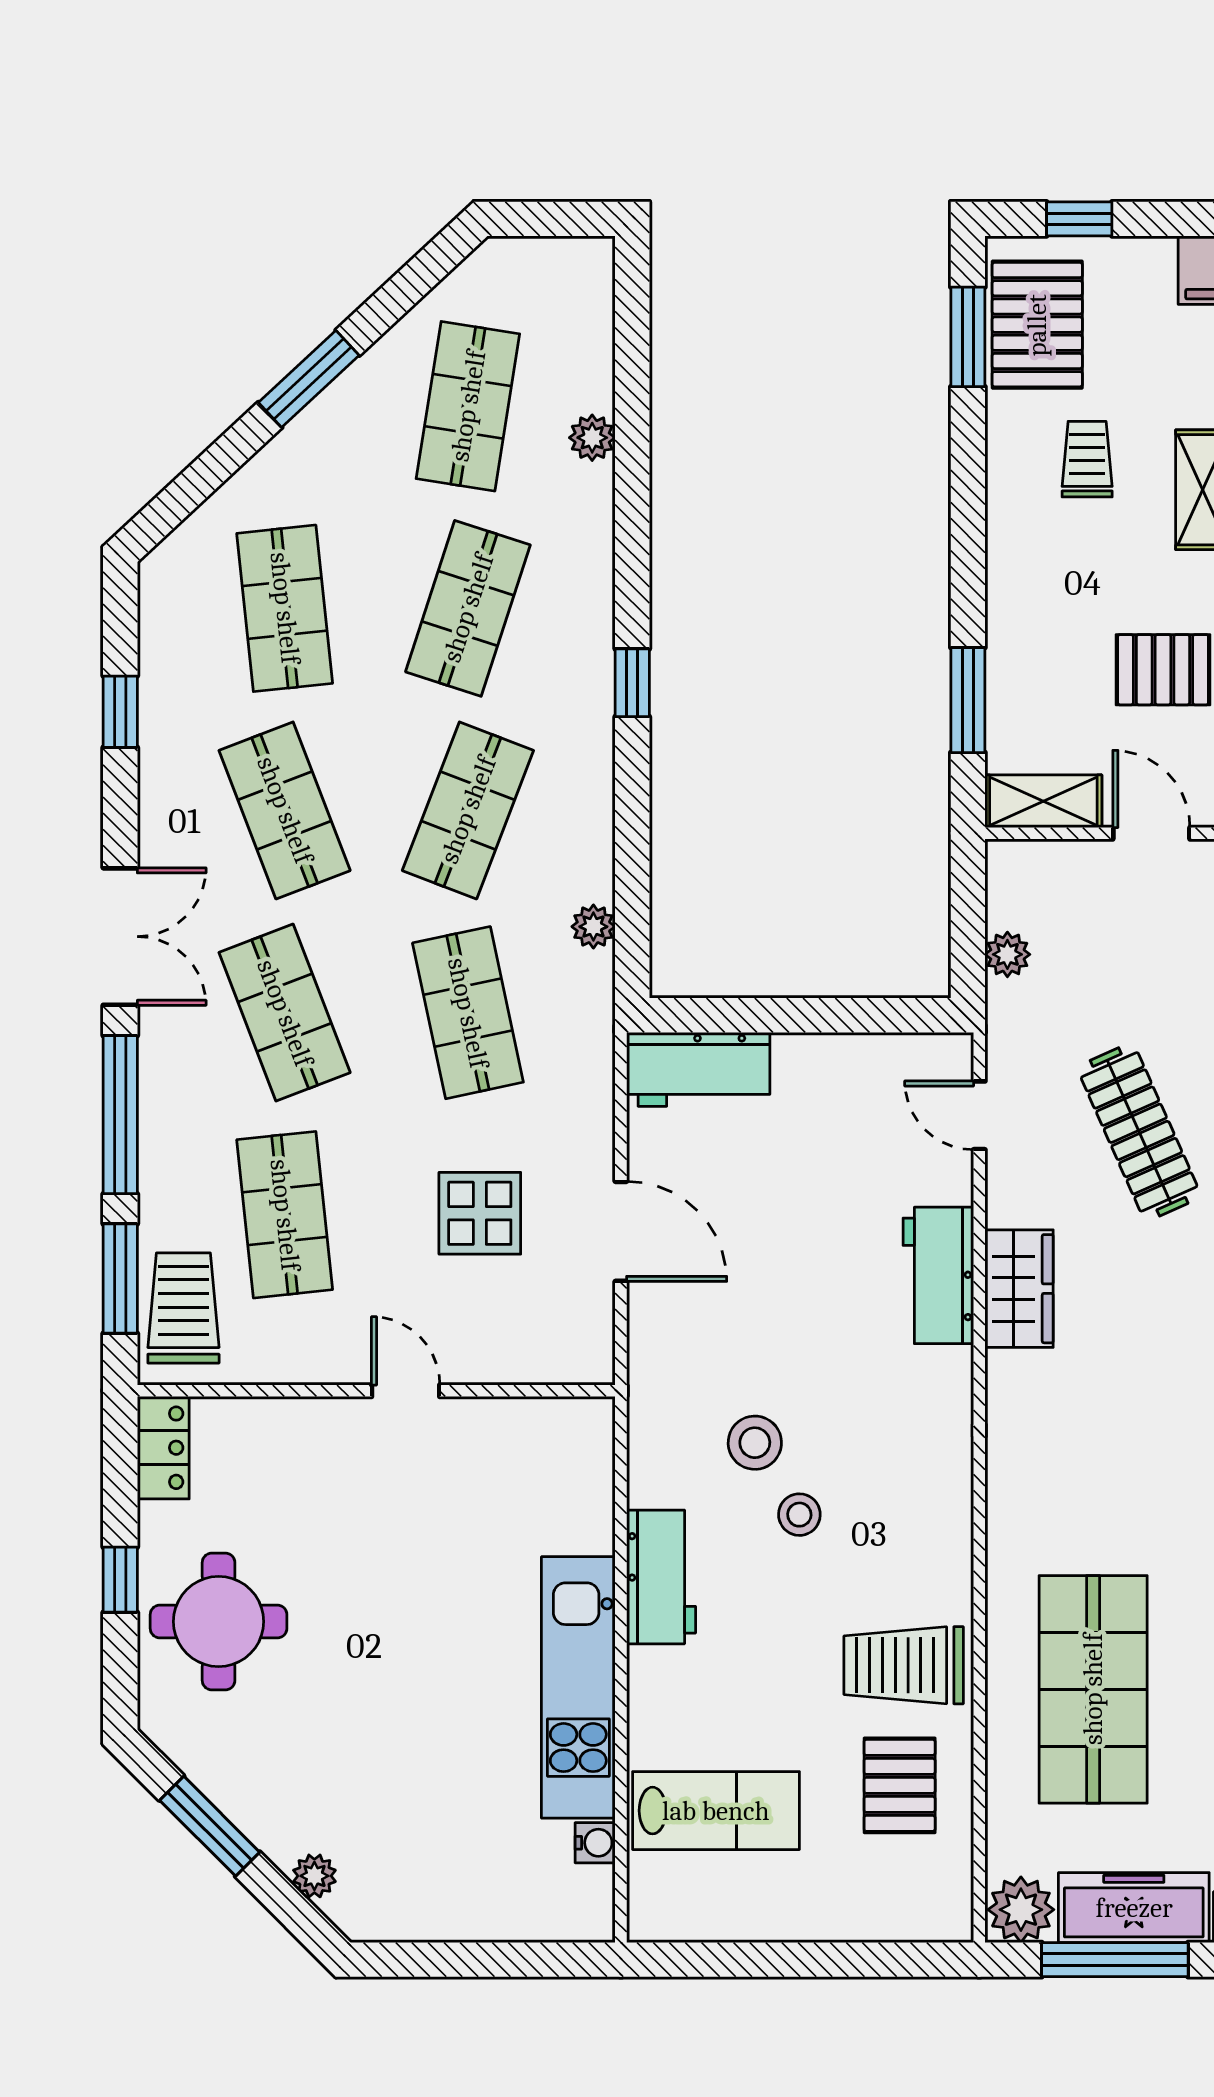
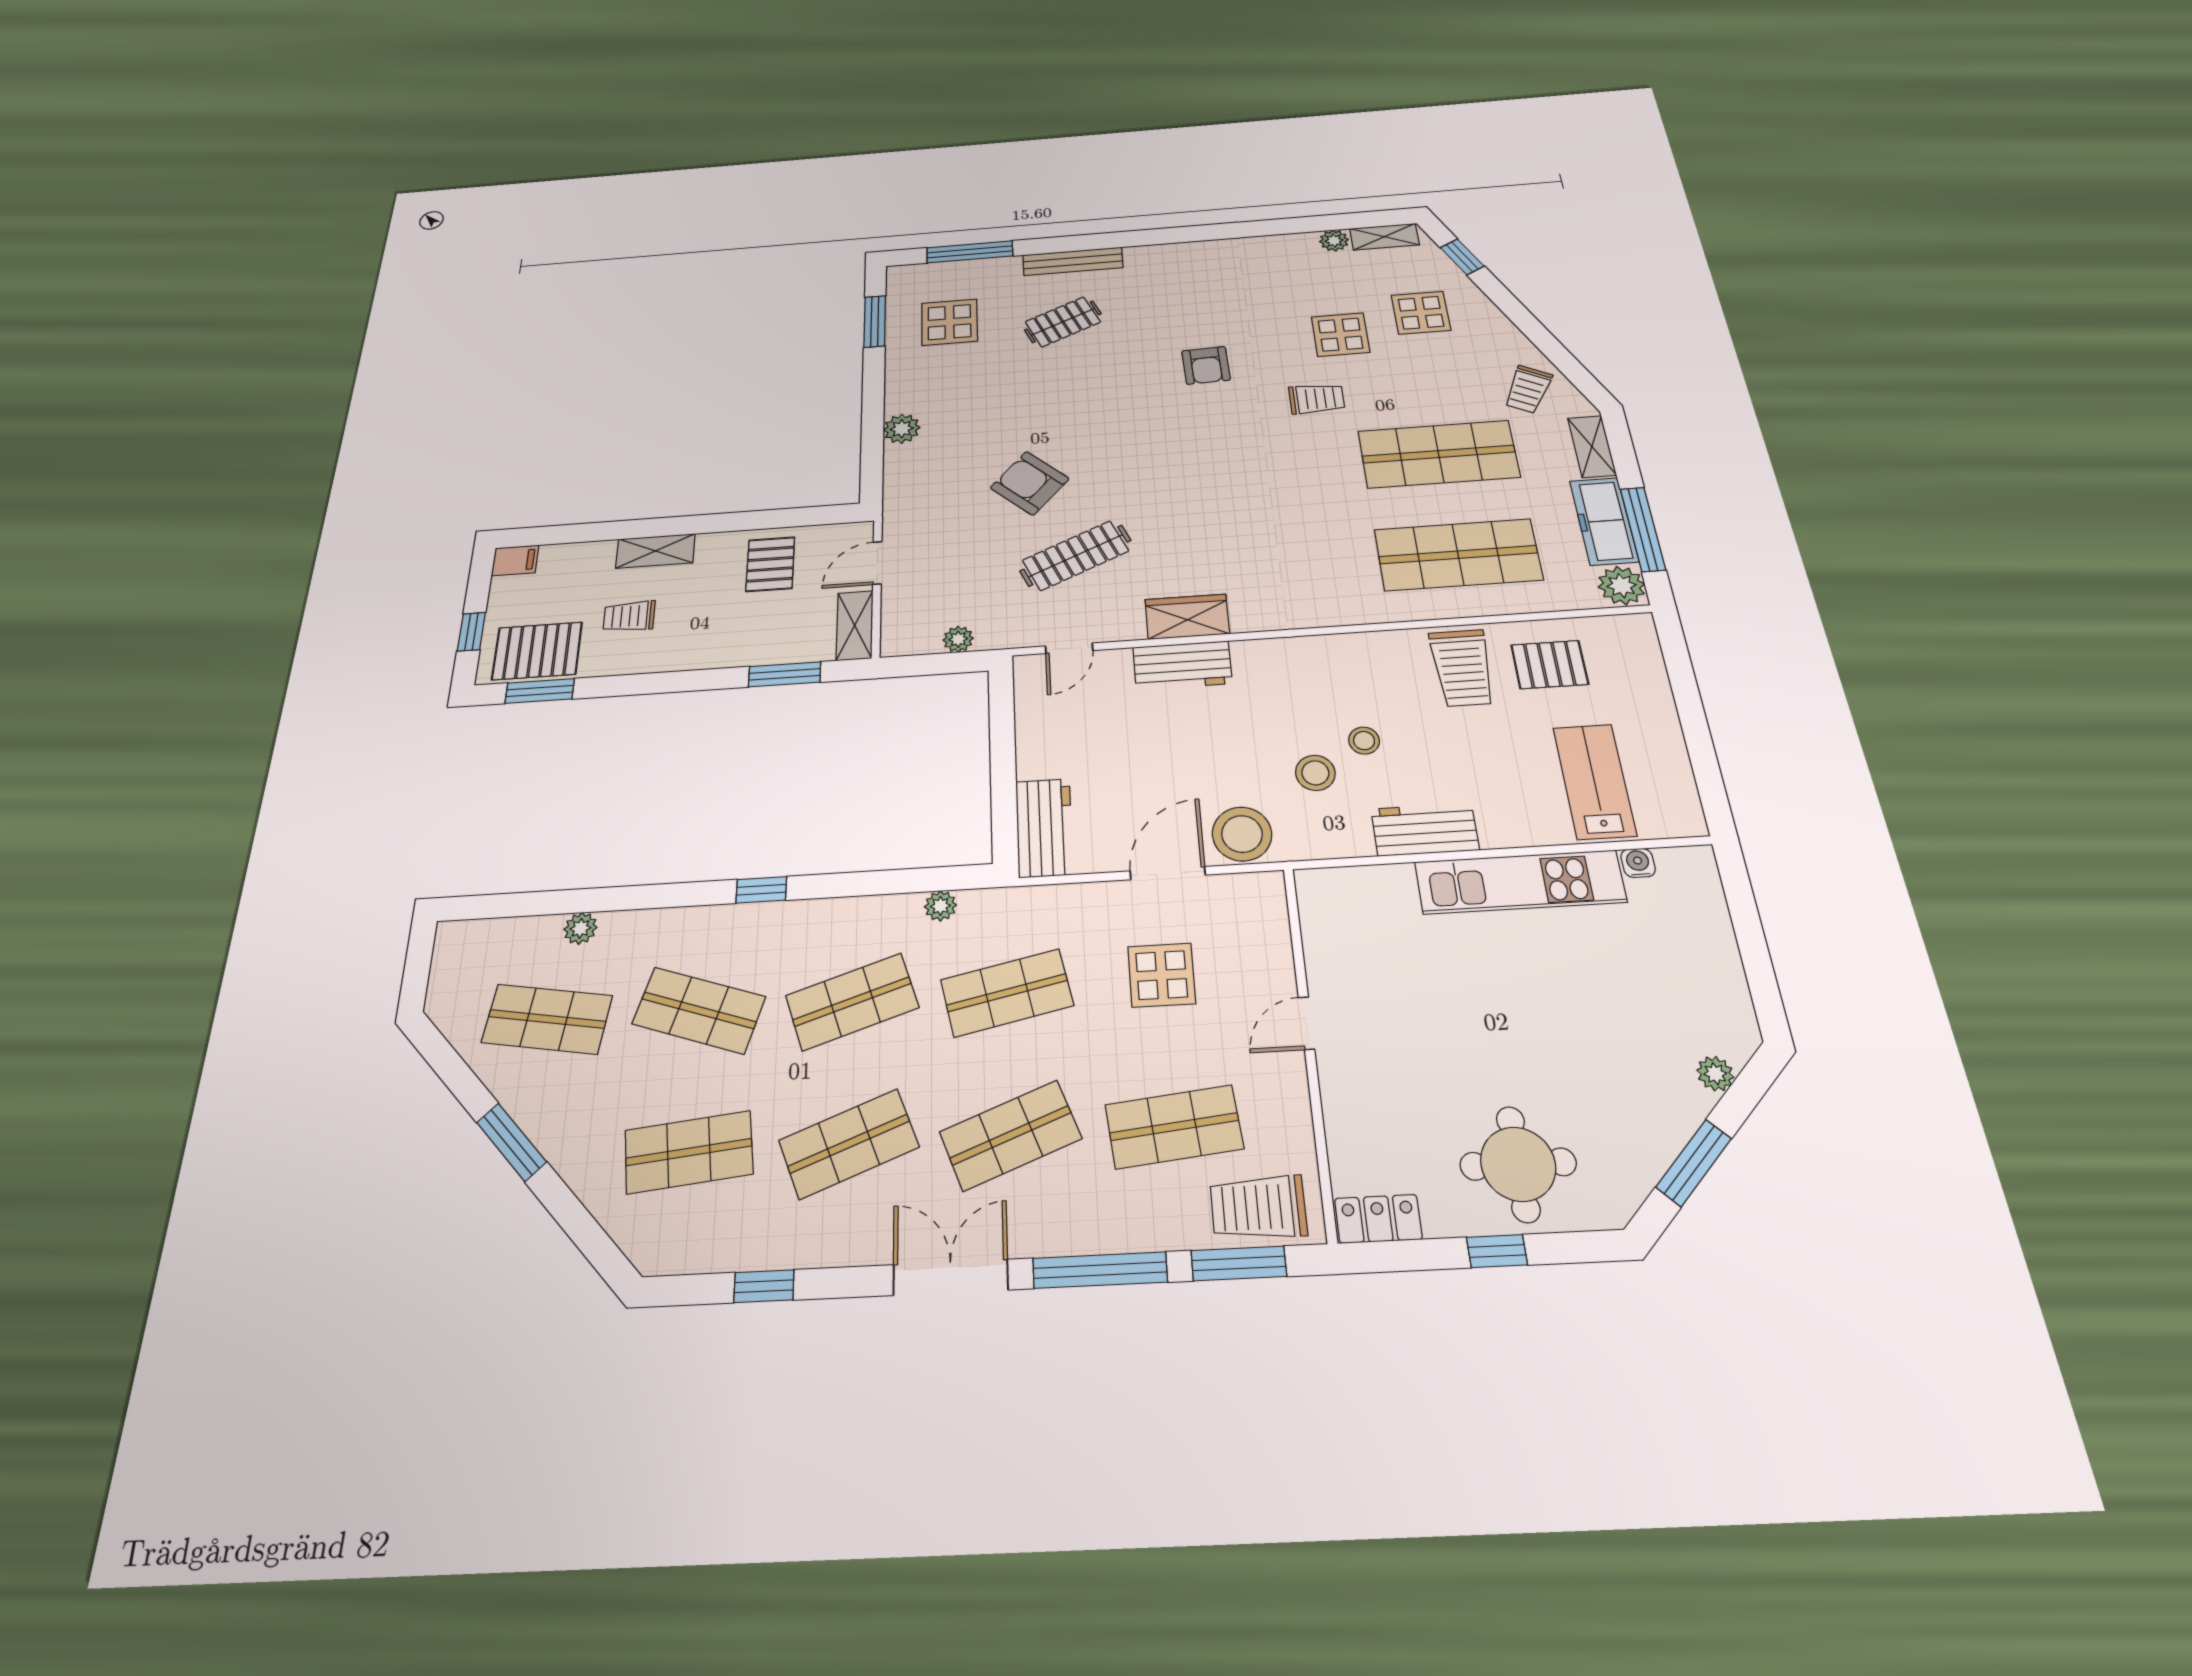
shop shelf: (468, 810) -> (852, 1002), turned -39
stool: (671, 1335) -> (1242, 834), added

